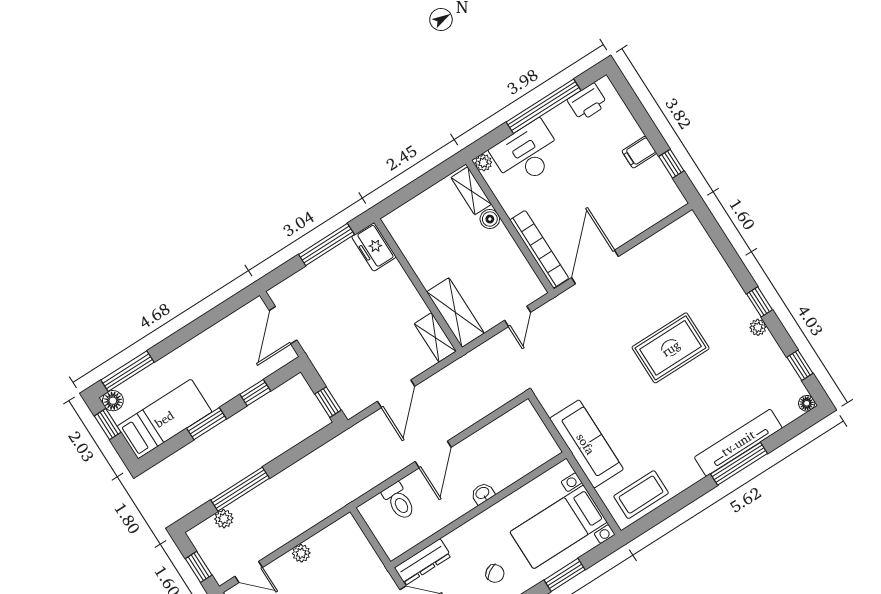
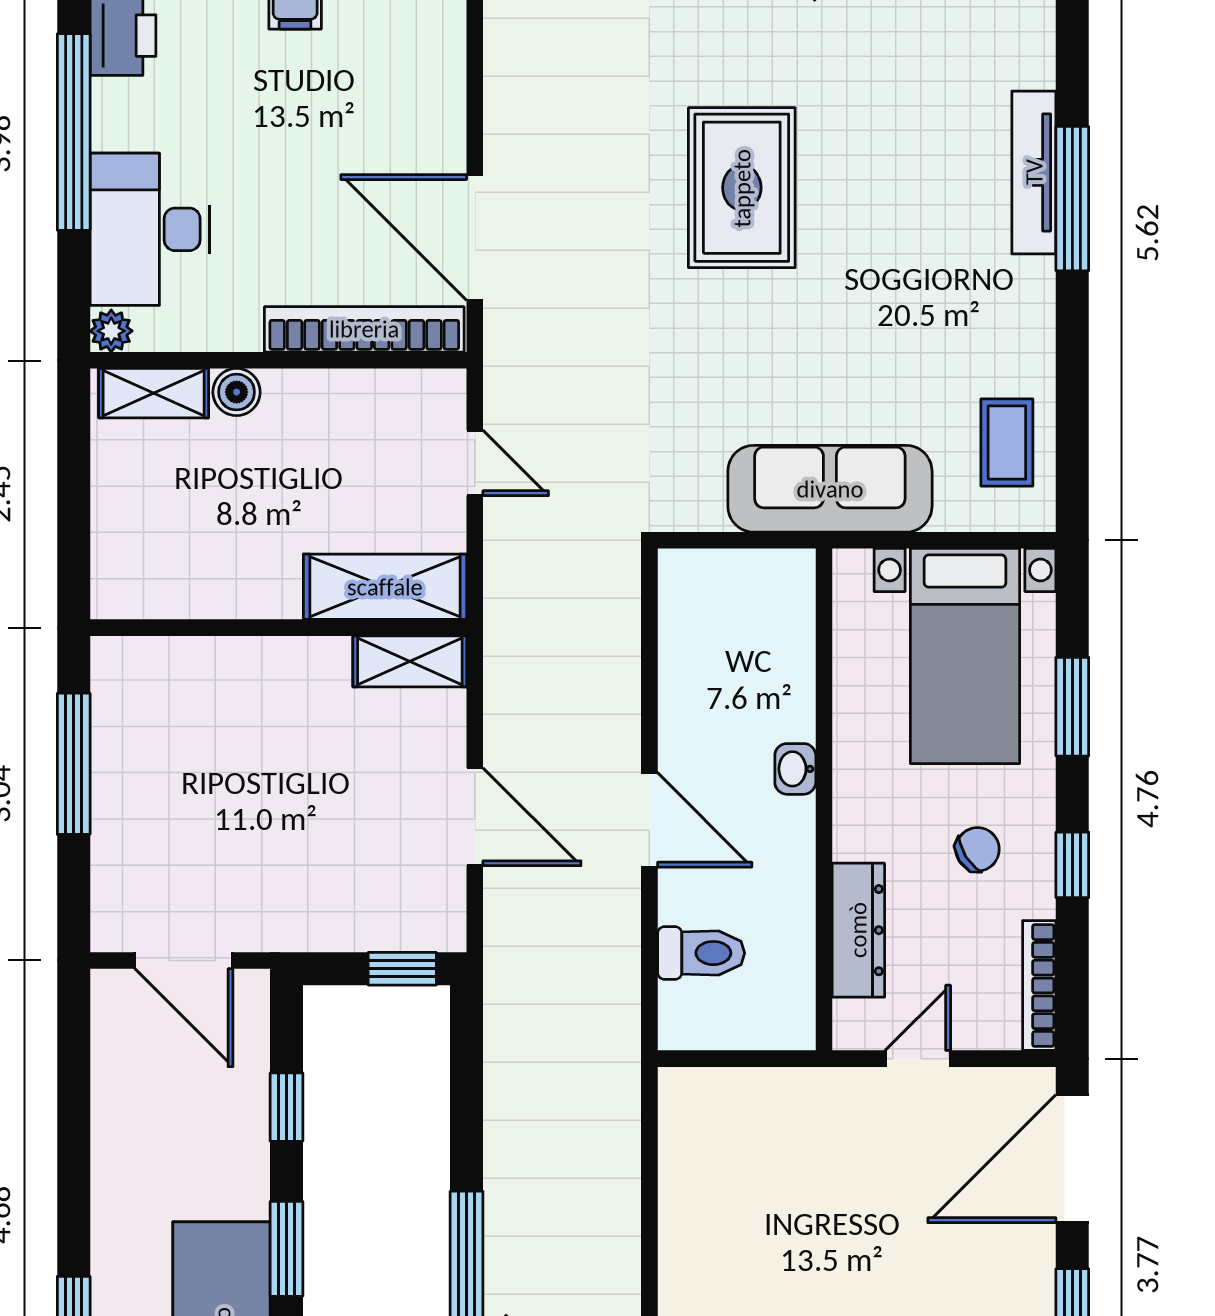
freezer: (374, 247) -> (141, 669), removed
tv unit: (738, 443) -> (1034, 172), width x0.73, depth x0.78
coffee table: (641, 495) -> (1007, 442), width x0.73, depth x0.77
plant: (301, 553) -> (680, 1224), removed
dresser: (423, 562) -> (858, 930), moved

